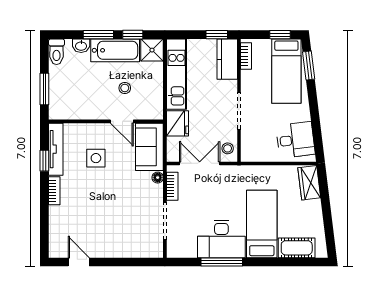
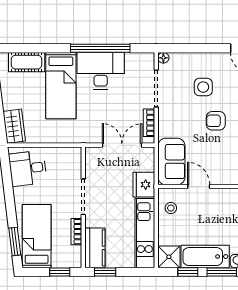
window: (280, 35) -> (60, 272), moved
bookcase: (246, 56) -> (76, 232), moved
stool: (125, 88) -> (171, 208), moved
stool: (228, 148) -> (95, 160), removed
side table: (96, 158) -> (203, 87), moved
double door: (200, 163) -> (122, 145), swing flipped
floor lamp: (158, 178) -> (163, 58), moved
armchair: (104, 188) -> (216, 121), added
window: (222, 262) -> (100, 48), width x1.46

